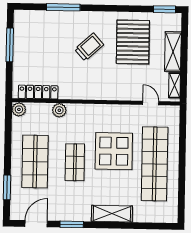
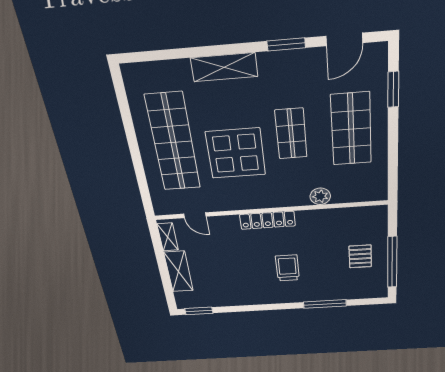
pallet: (133, 42) -> (360, 256), moved, width x0.49, depth x0.50
window: (10, 45) -> (392, 262), width x1.46
trolley: (89, 47) -> (287, 268), turned 132
locker: (38, 92) -> (267, 220), moved
plant: (19, 109) -> (378, 193), removed

